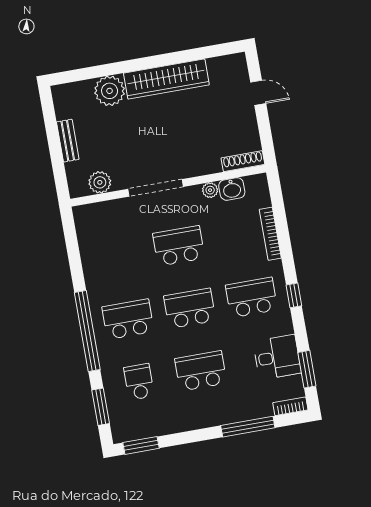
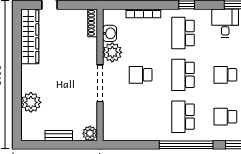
wardrobe: (166, 79) -> (30, 36), moved
plant: (100, 182) -> (90, 133), moved
plant: (210, 190) -> (112, 52), width x1.87, depth x1.87
school desk: (179, 246) -> (141, 75), width x0.54
school desk: (201, 371) -> (225, 75), width x0.54

